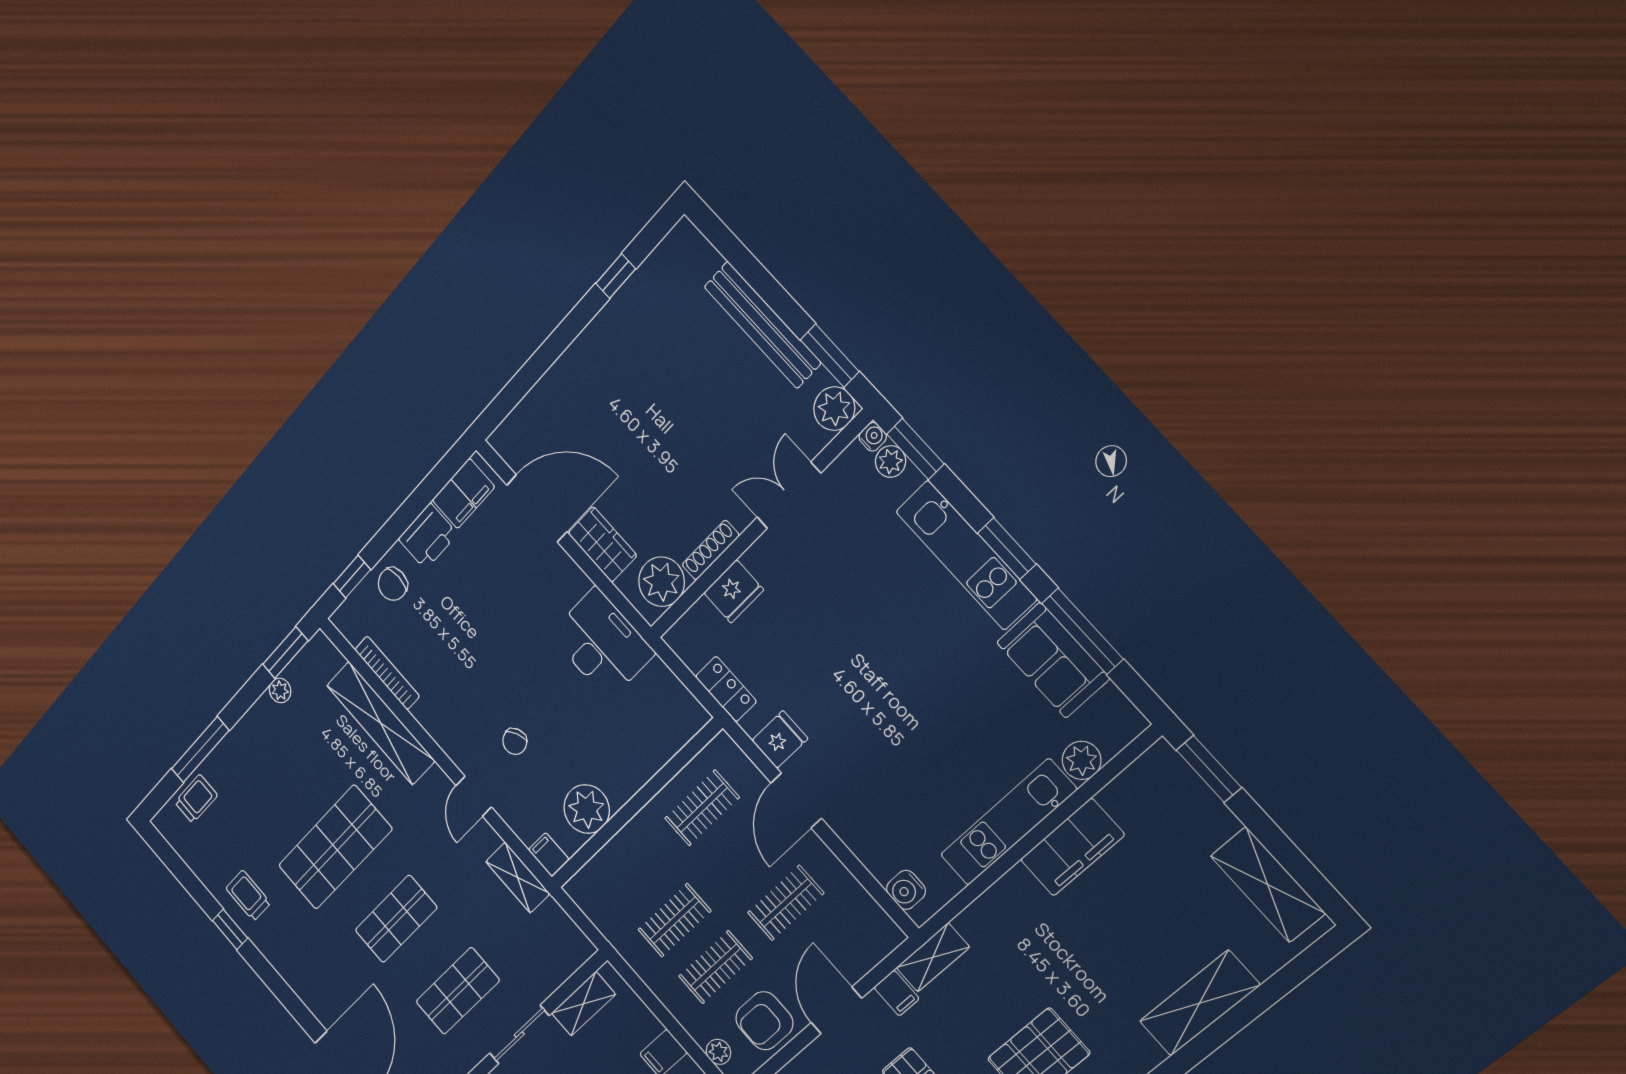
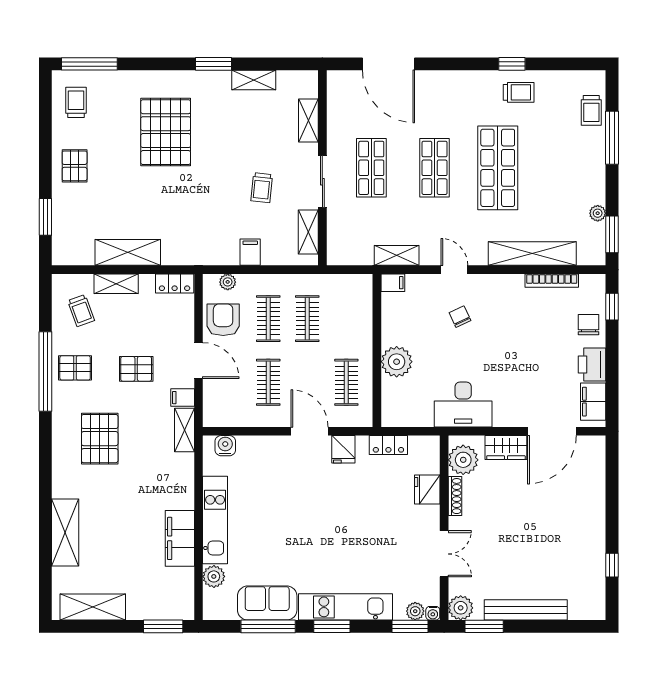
plant: (587, 809) -> (397, 362), moved

